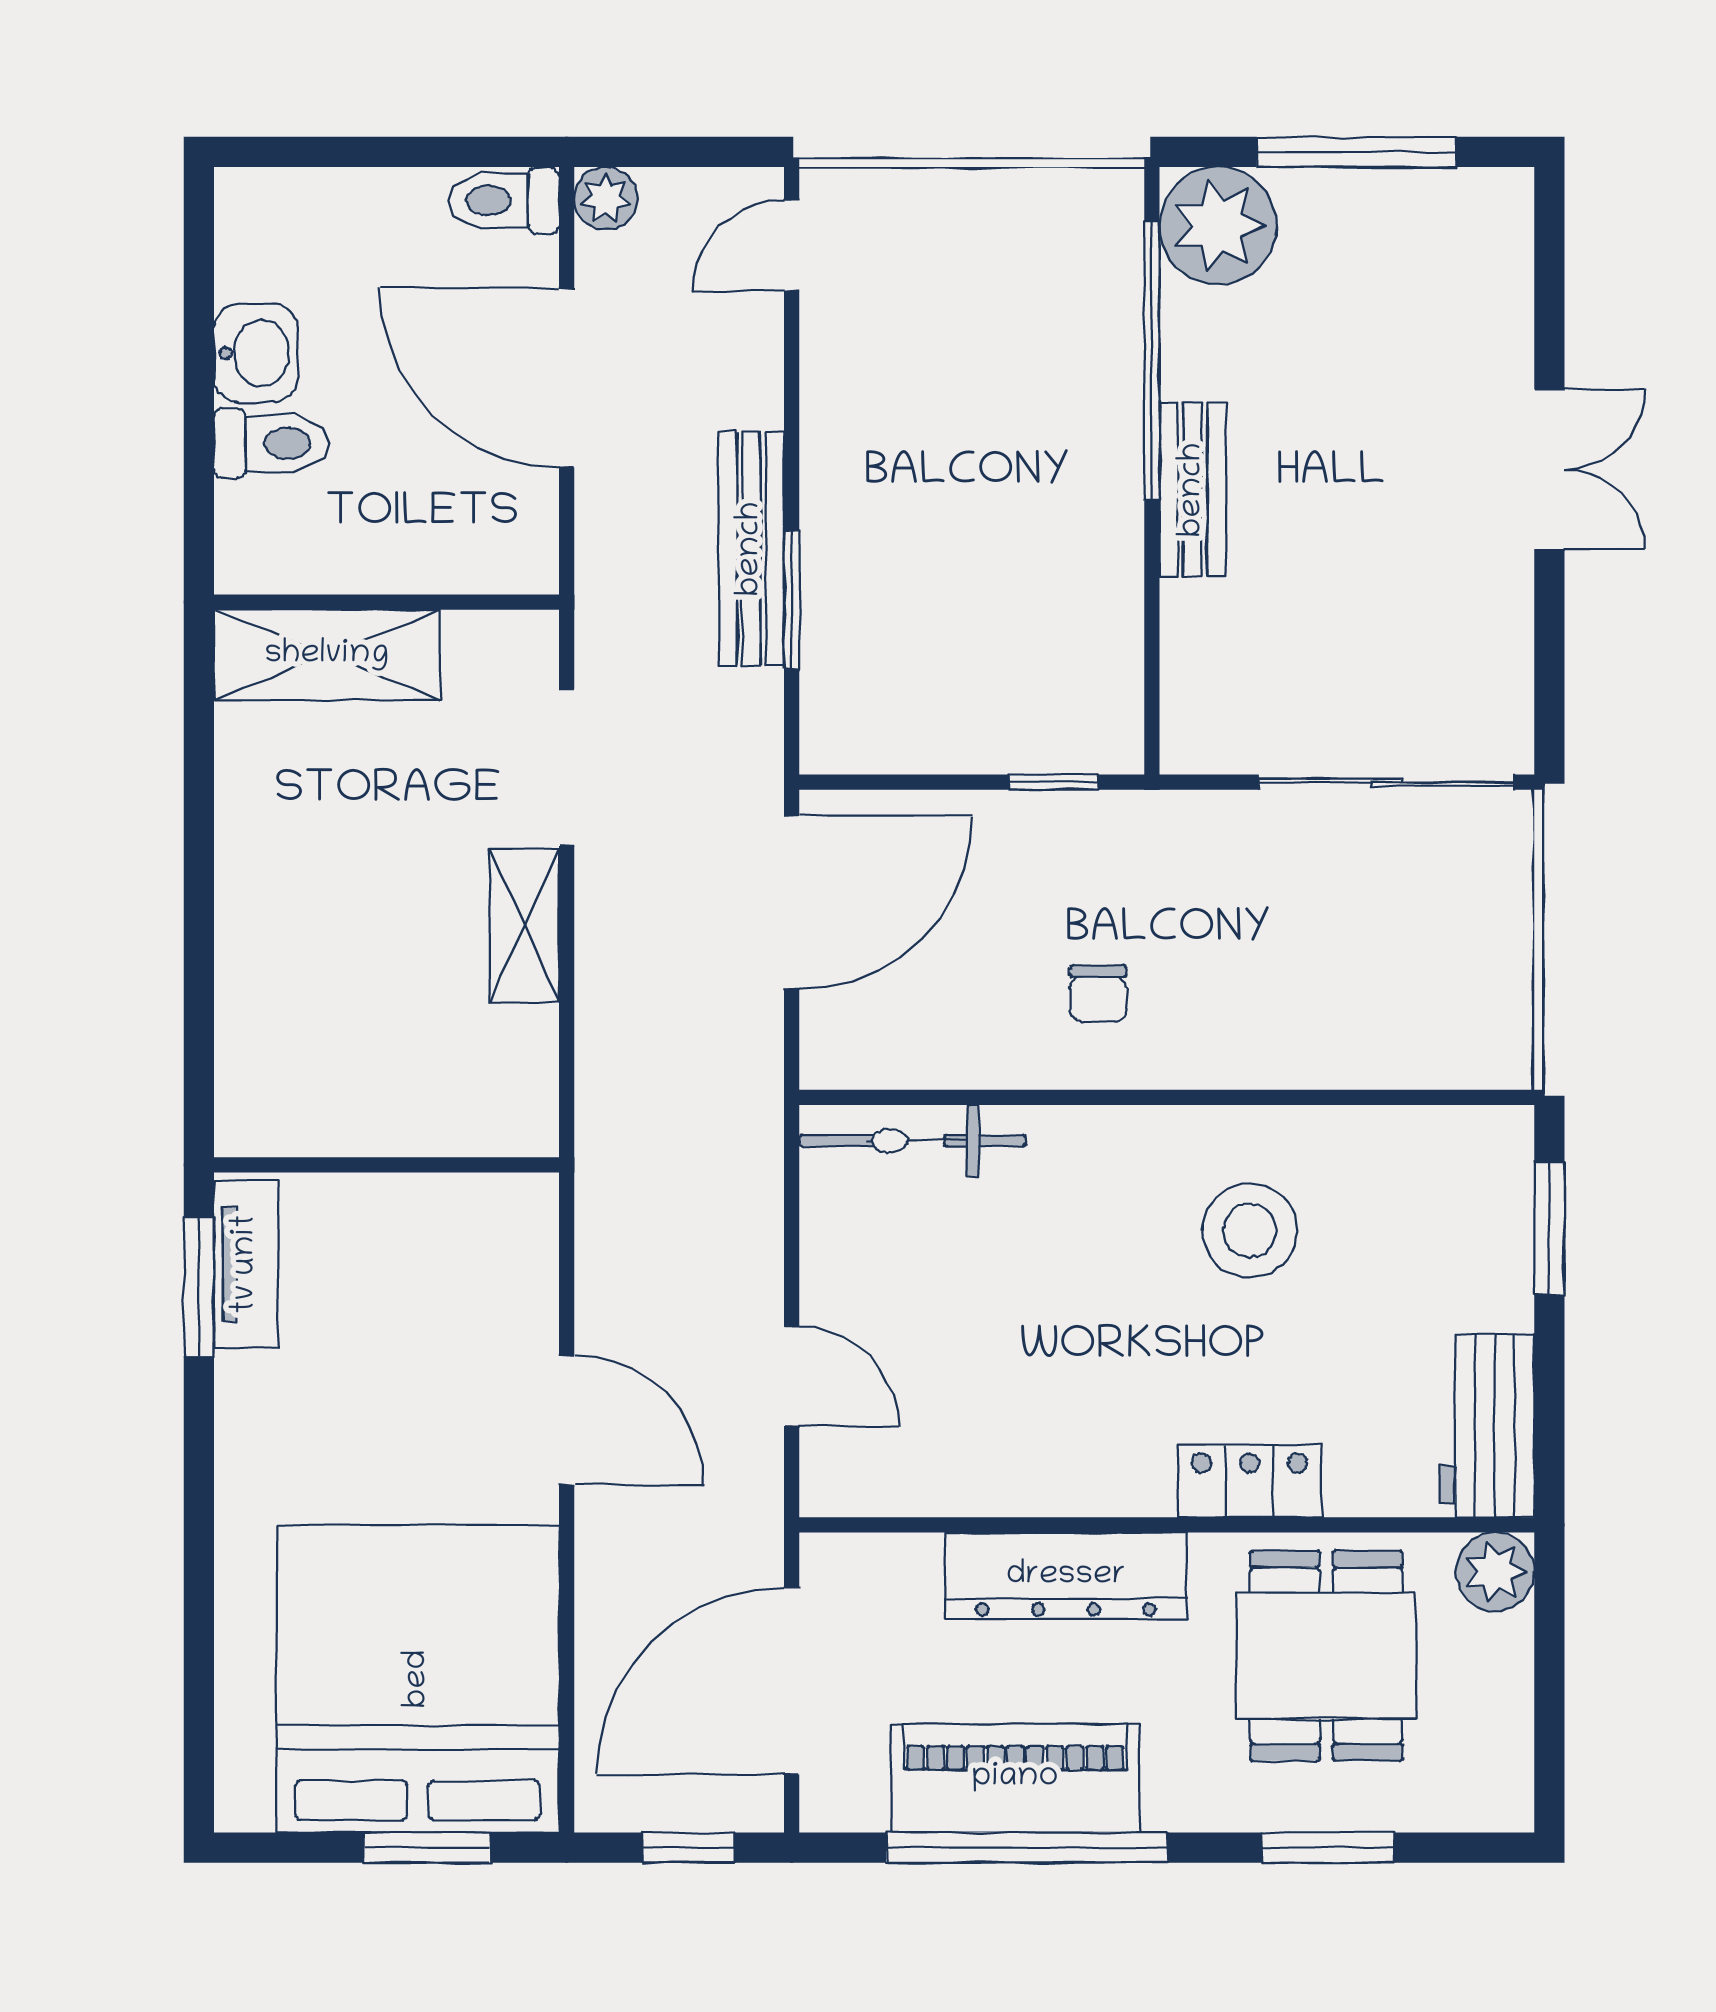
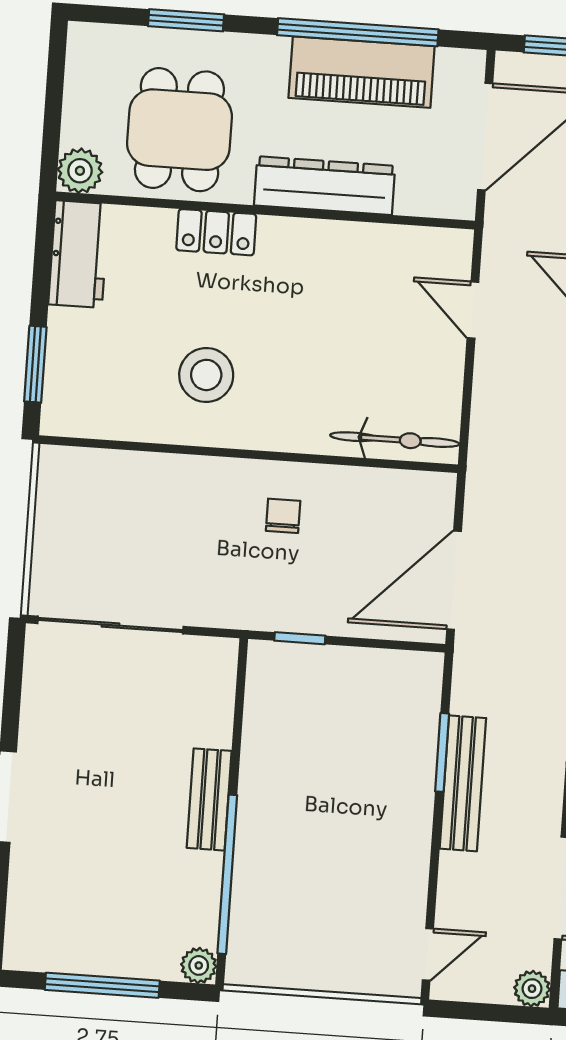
plant: (1218, 226) -> (199, 965), width x0.53, depth x0.53

